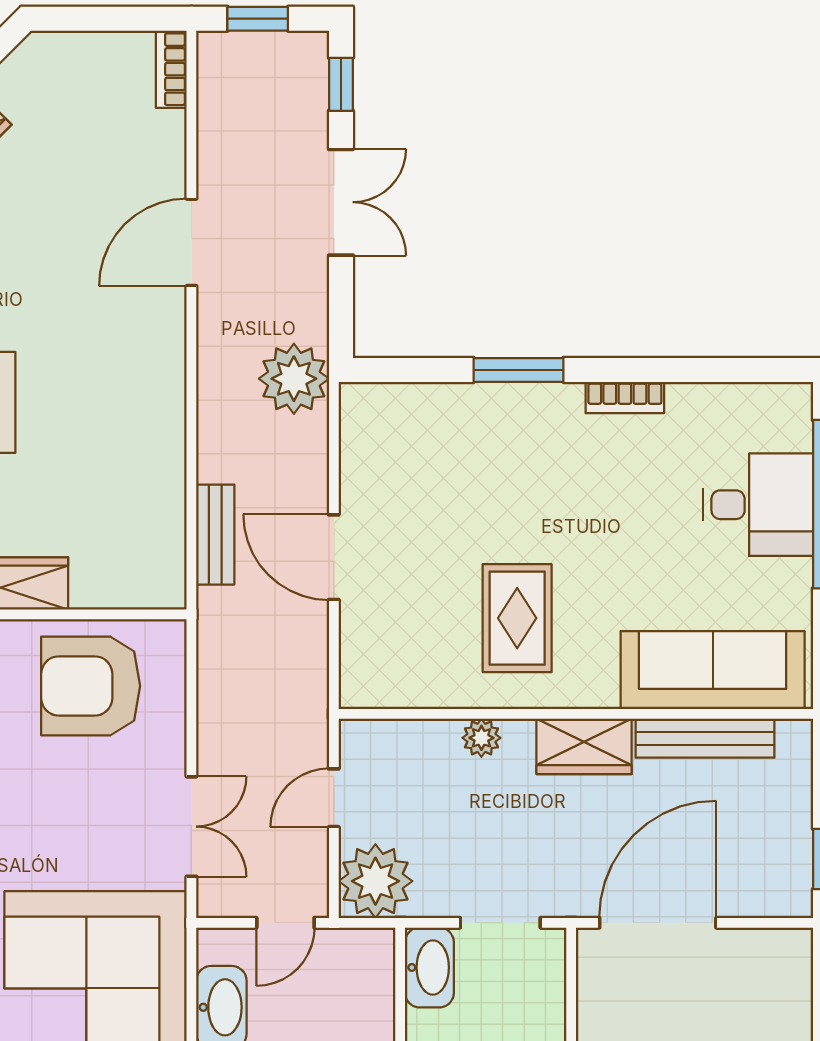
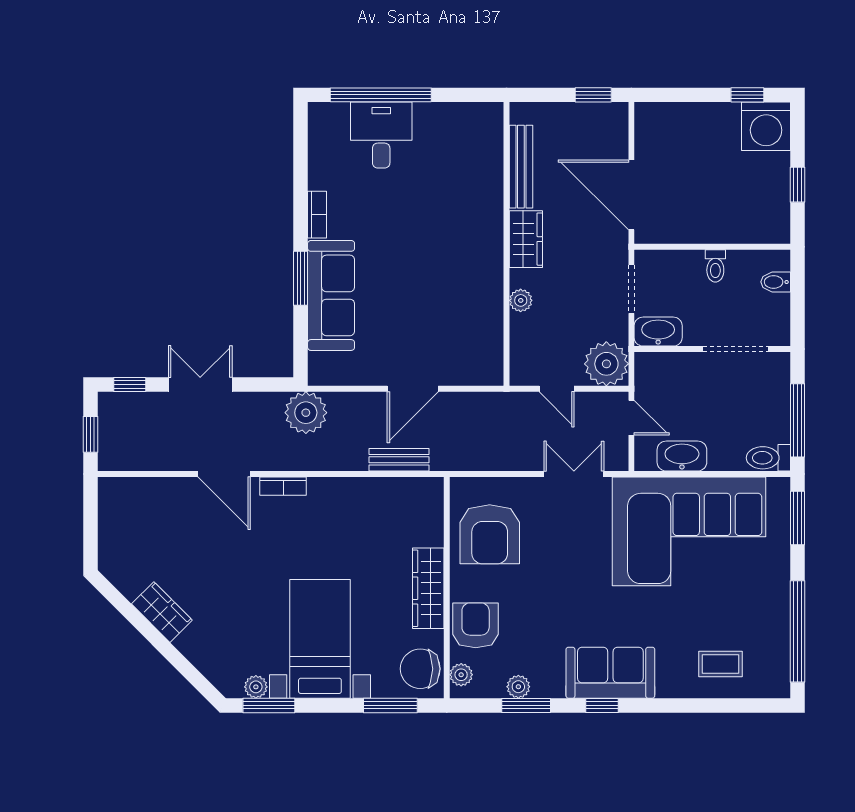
bookcase: (171, 69) -> (283, 486), moved
rug: (517, 618) -> (449, 279), removed
sofa: (713, 670) -> (331, 295), moved, turned 180

